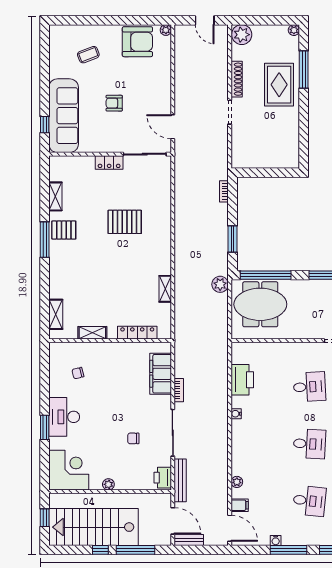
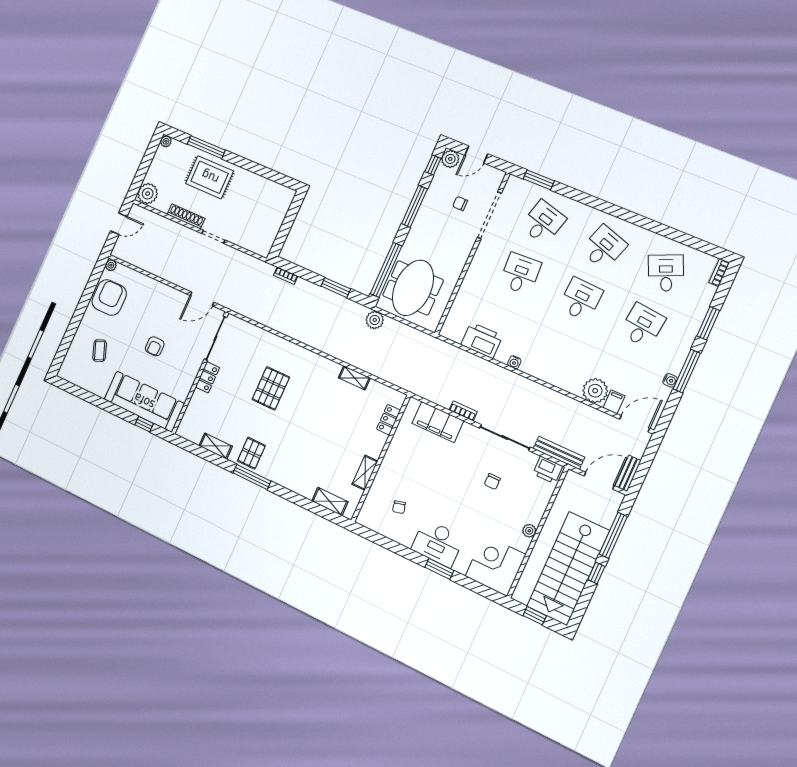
locker: (137, 333) -> (388, 420), width x0.66
plant: (237, 482) -> (595, 391), width x1.88, depth x1.88

